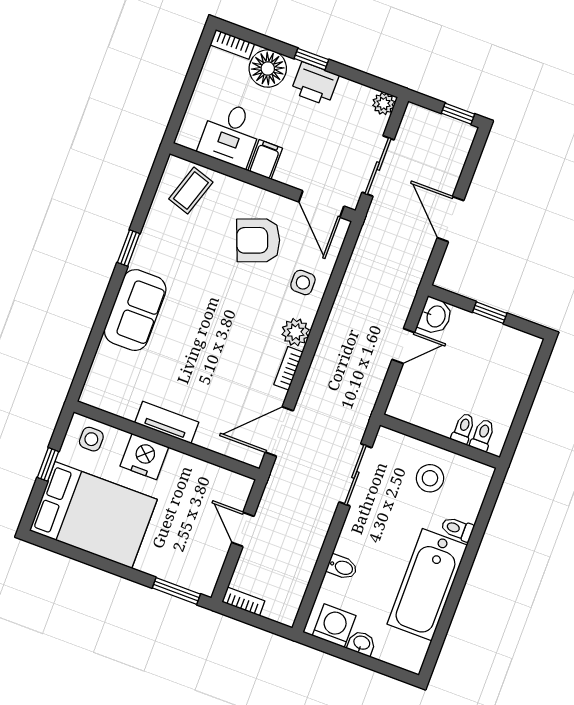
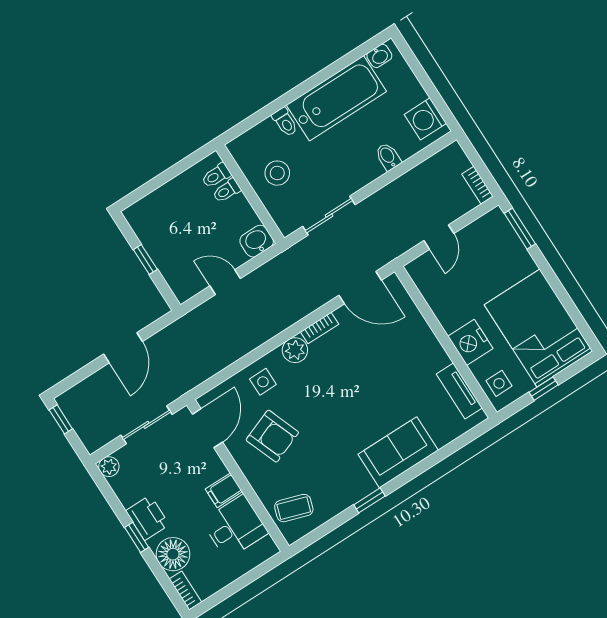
washbasin: (435, 316) -> (257, 241), moved
tv unit: (167, 422) -> (459, 391), moved
washbasin: (362, 643) -> (379, 56), moved, turned -90

